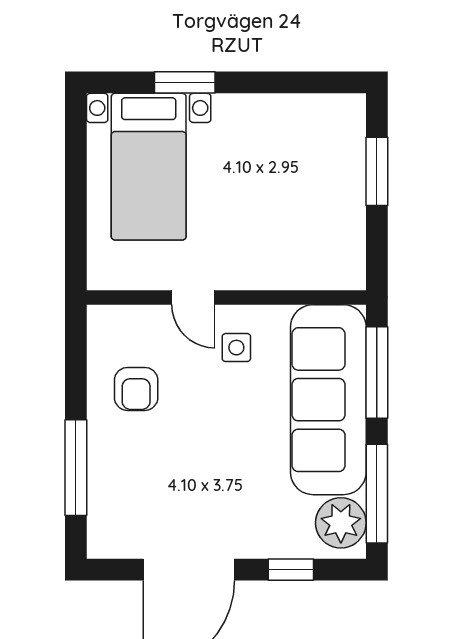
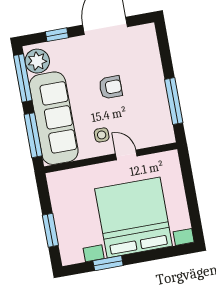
window: (185, 82) -> (108, 263), moved
bed with nightstands: (149, 167) -> (134, 217), width x1.85
armchair: (136, 389) -> (111, 87), moved, turned 90
window: (76, 468) -> (174, 101), moved

